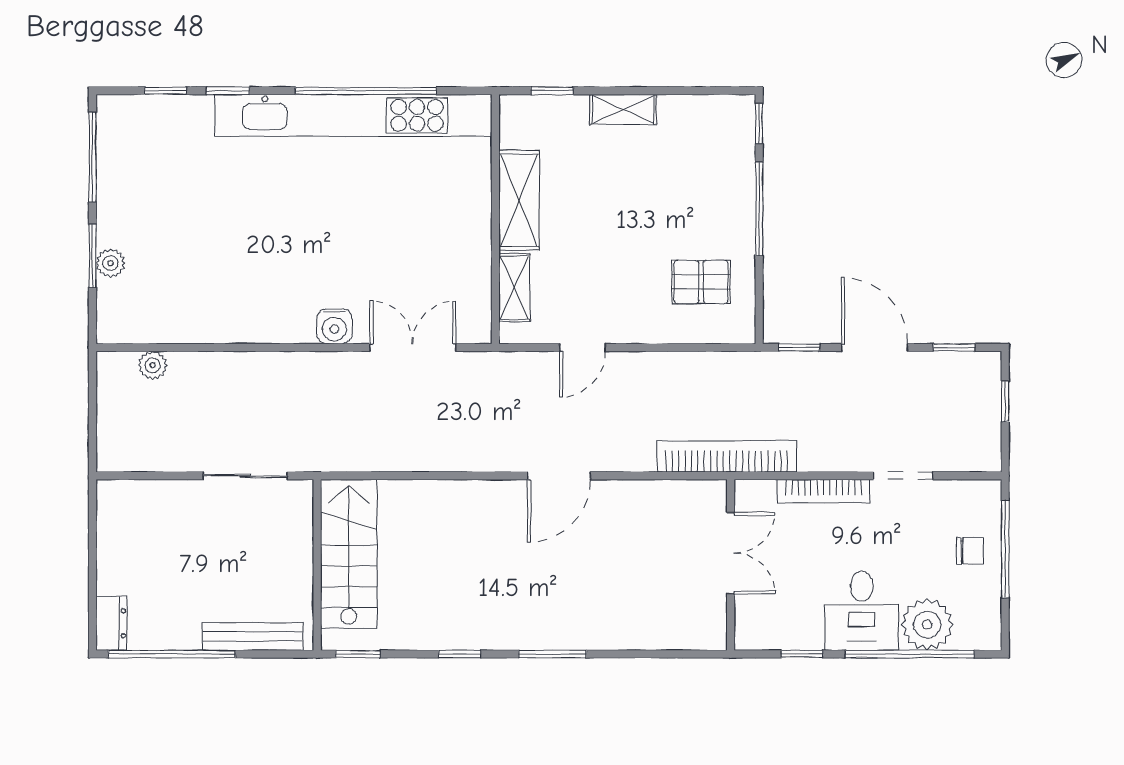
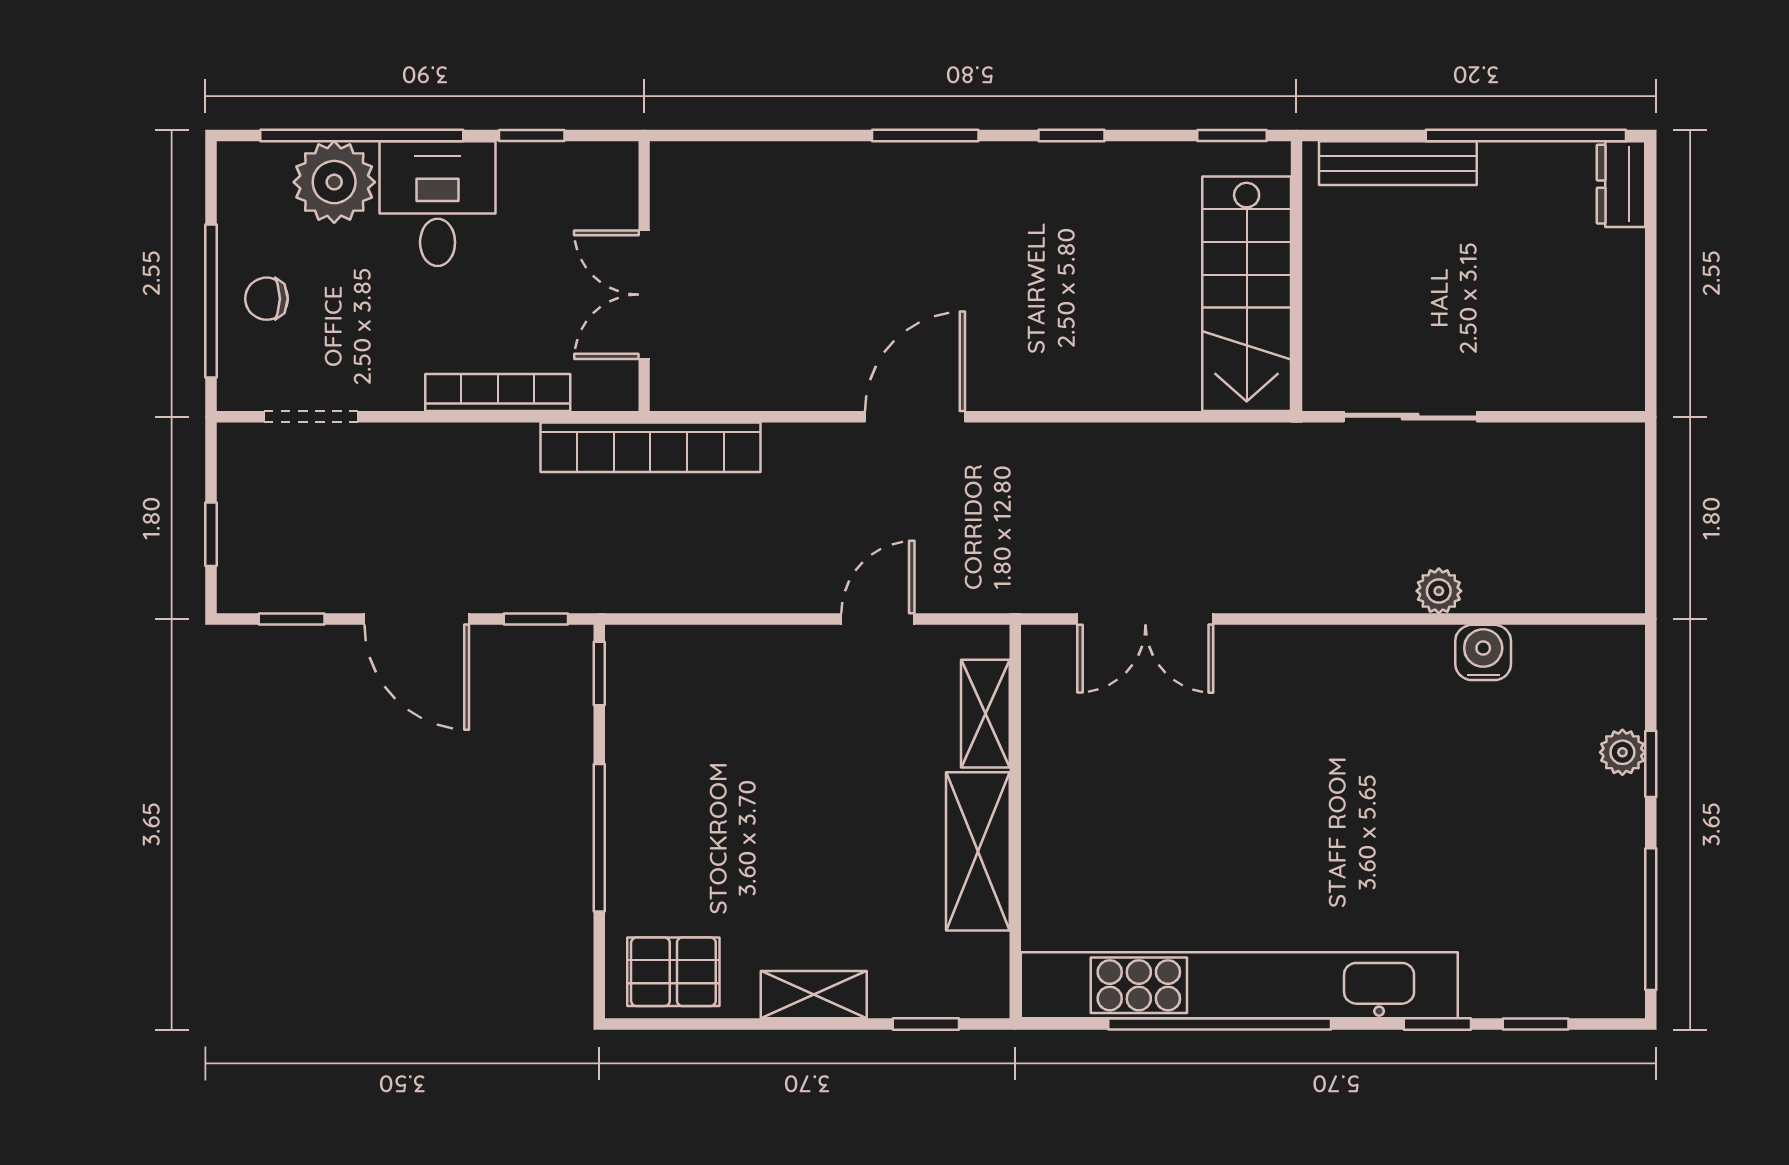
window: (759, 124) -> (599, 674), moved
window: (93, 256) -> (1651, 764), width x0.67
pallet: (701, 282) -> (673, 972), moved
water cooler: (334, 326) -> (1483, 652), moved
plant: (153, 365) -> (1439, 591), moved
doorway: (903, 476) -> (311, 417), moved

